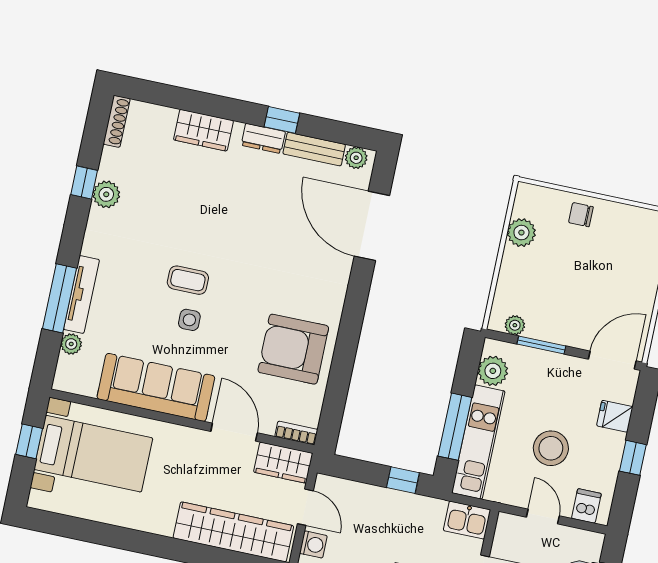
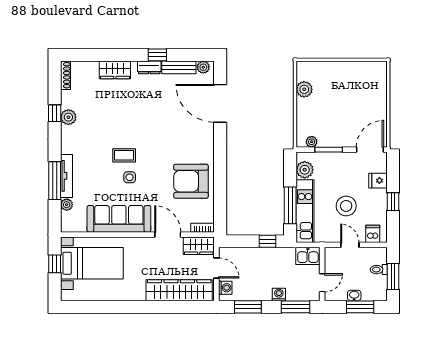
chair: (581, 215) -> (335, 72), removed

